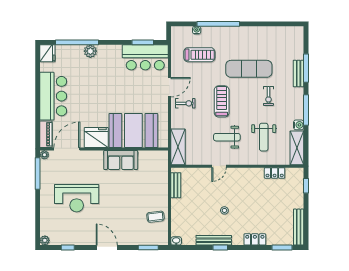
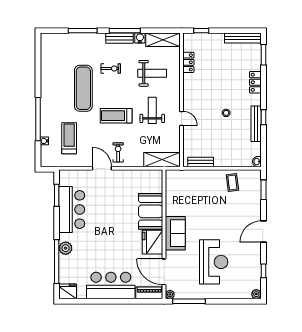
bar counter: (145, 57) -> (72, 210), moved
bench: (299, 73) -> (120, 38), moved
booth: (133, 130) -> (151, 211), width x0.73, depth x0.70
weight bench: (227, 137) -> (152, 110), turned 180
sofa: (121, 160) -> (175, 233), moved

